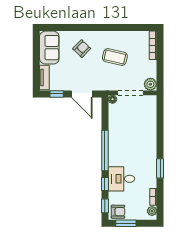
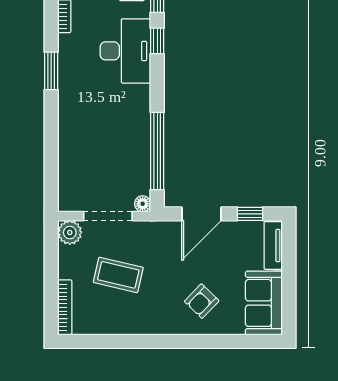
coffee table: (115, 57) -> (118, 275), moved
door: (82, 94) -> (201, 214), swing flipped
window: (105, 151) -> (157, 151), moved
desk: (121, 179) -> (125, 51), width x1.37

